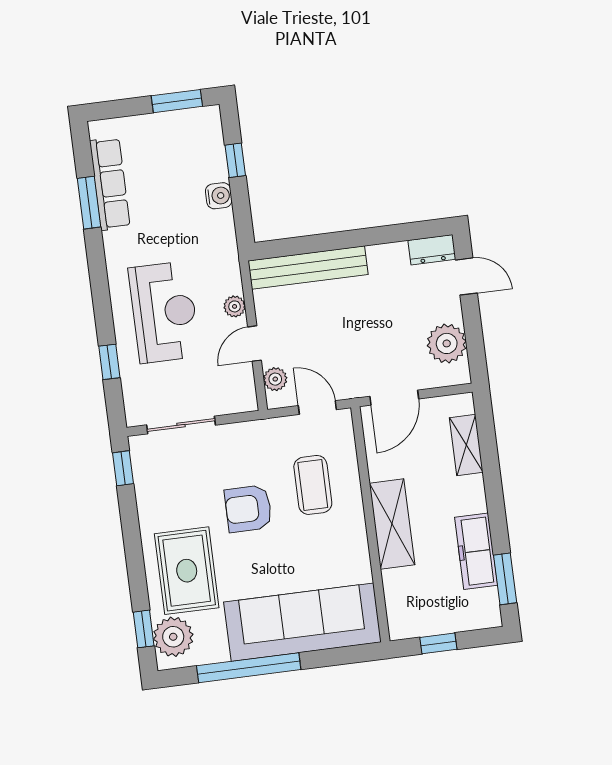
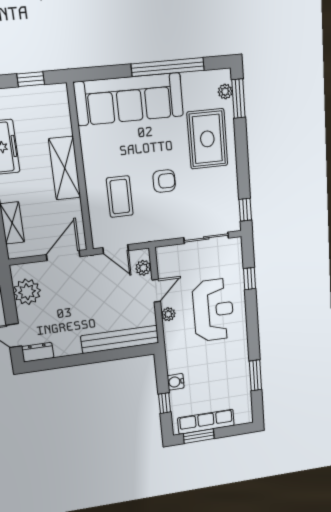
row of seats: (110, 184) -> (206, 422), moved, turned 90
reception desk: (164, 312) -> (213, 310), turned 180
armchair: (248, 509) -> (164, 181), width x0.72, depth x0.72
window: (144, 629) -> (238, 99), width x1.50
plant: (173, 637) -> (225, 92), width x0.53, depth x0.53

